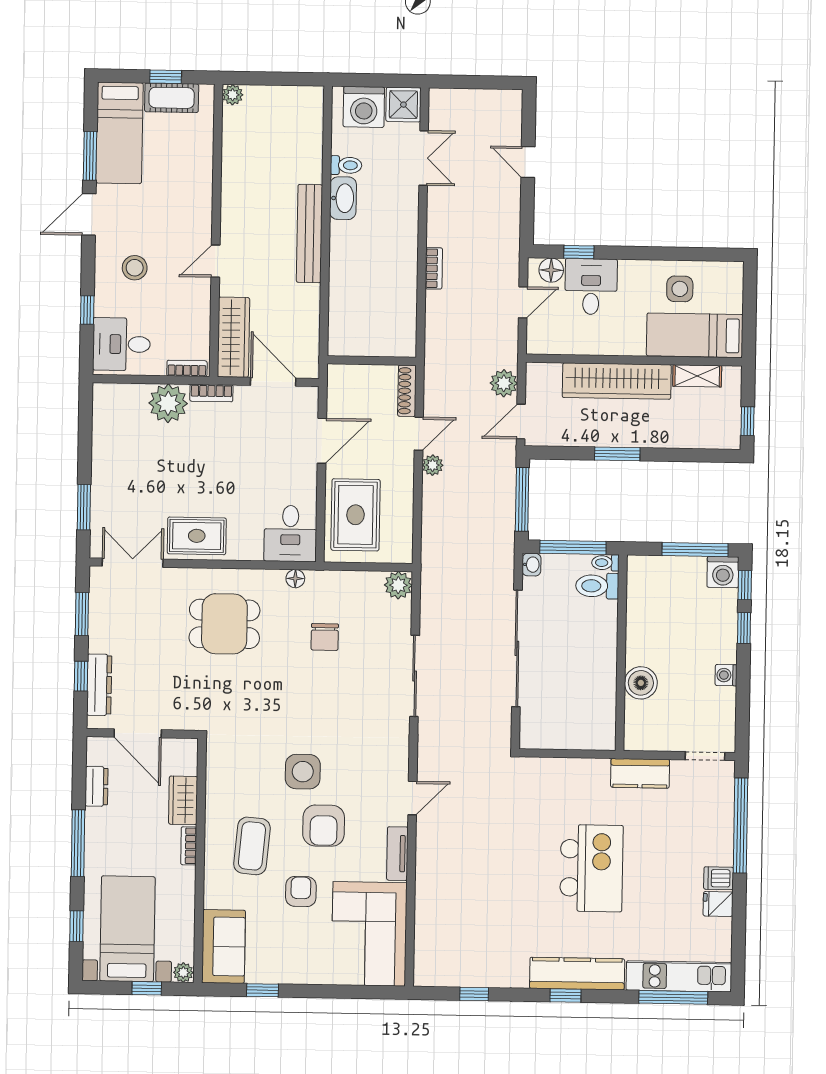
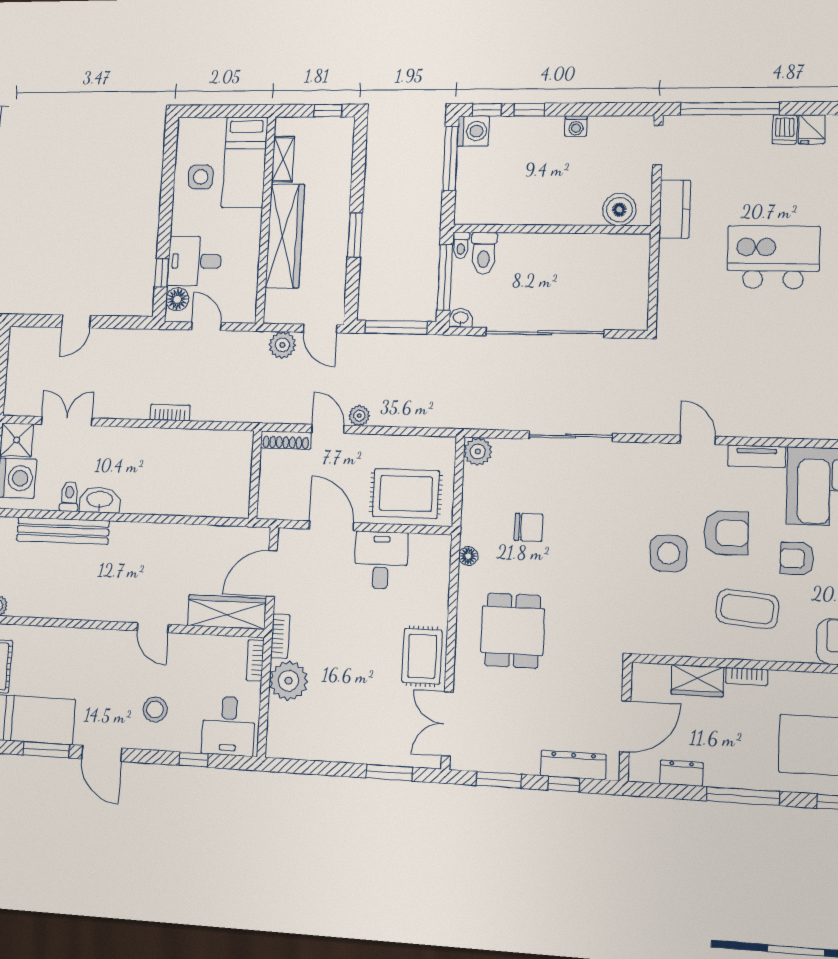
bench: (309, 234) -> (63, 531), moved
desk: (290, 534) -> (381, 560), moved, turned -90
boiler: (641, 683) -> (619, 210), moved

